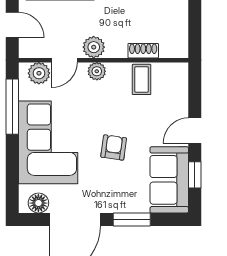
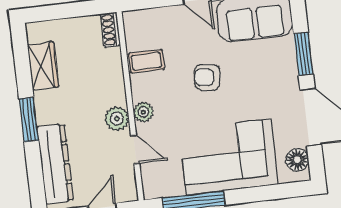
shoe rack: (143, 51) -> (110, 30), moved
plant: (39, 73) -> (153, 176), removed
armchair: (114, 147) -> (207, 77), moved

